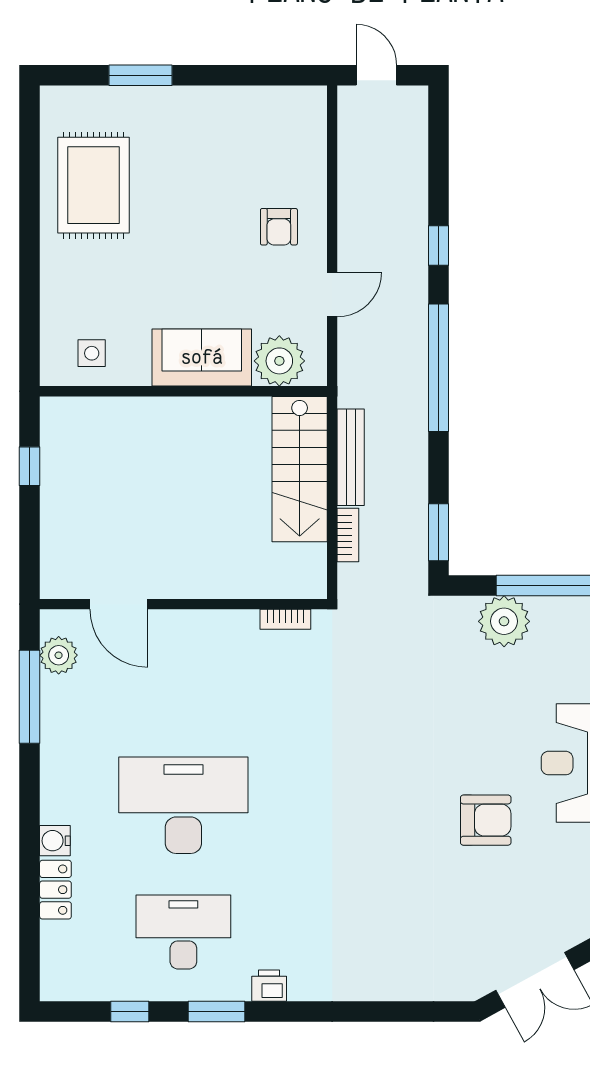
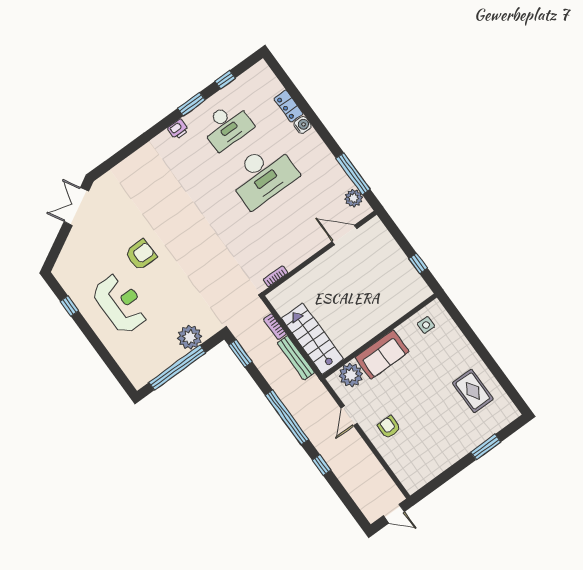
rug: (94, 185) -> (473, 391), width x0.73, depth x0.70
armchair: (486, 820) -> (141, 255), turned 180

